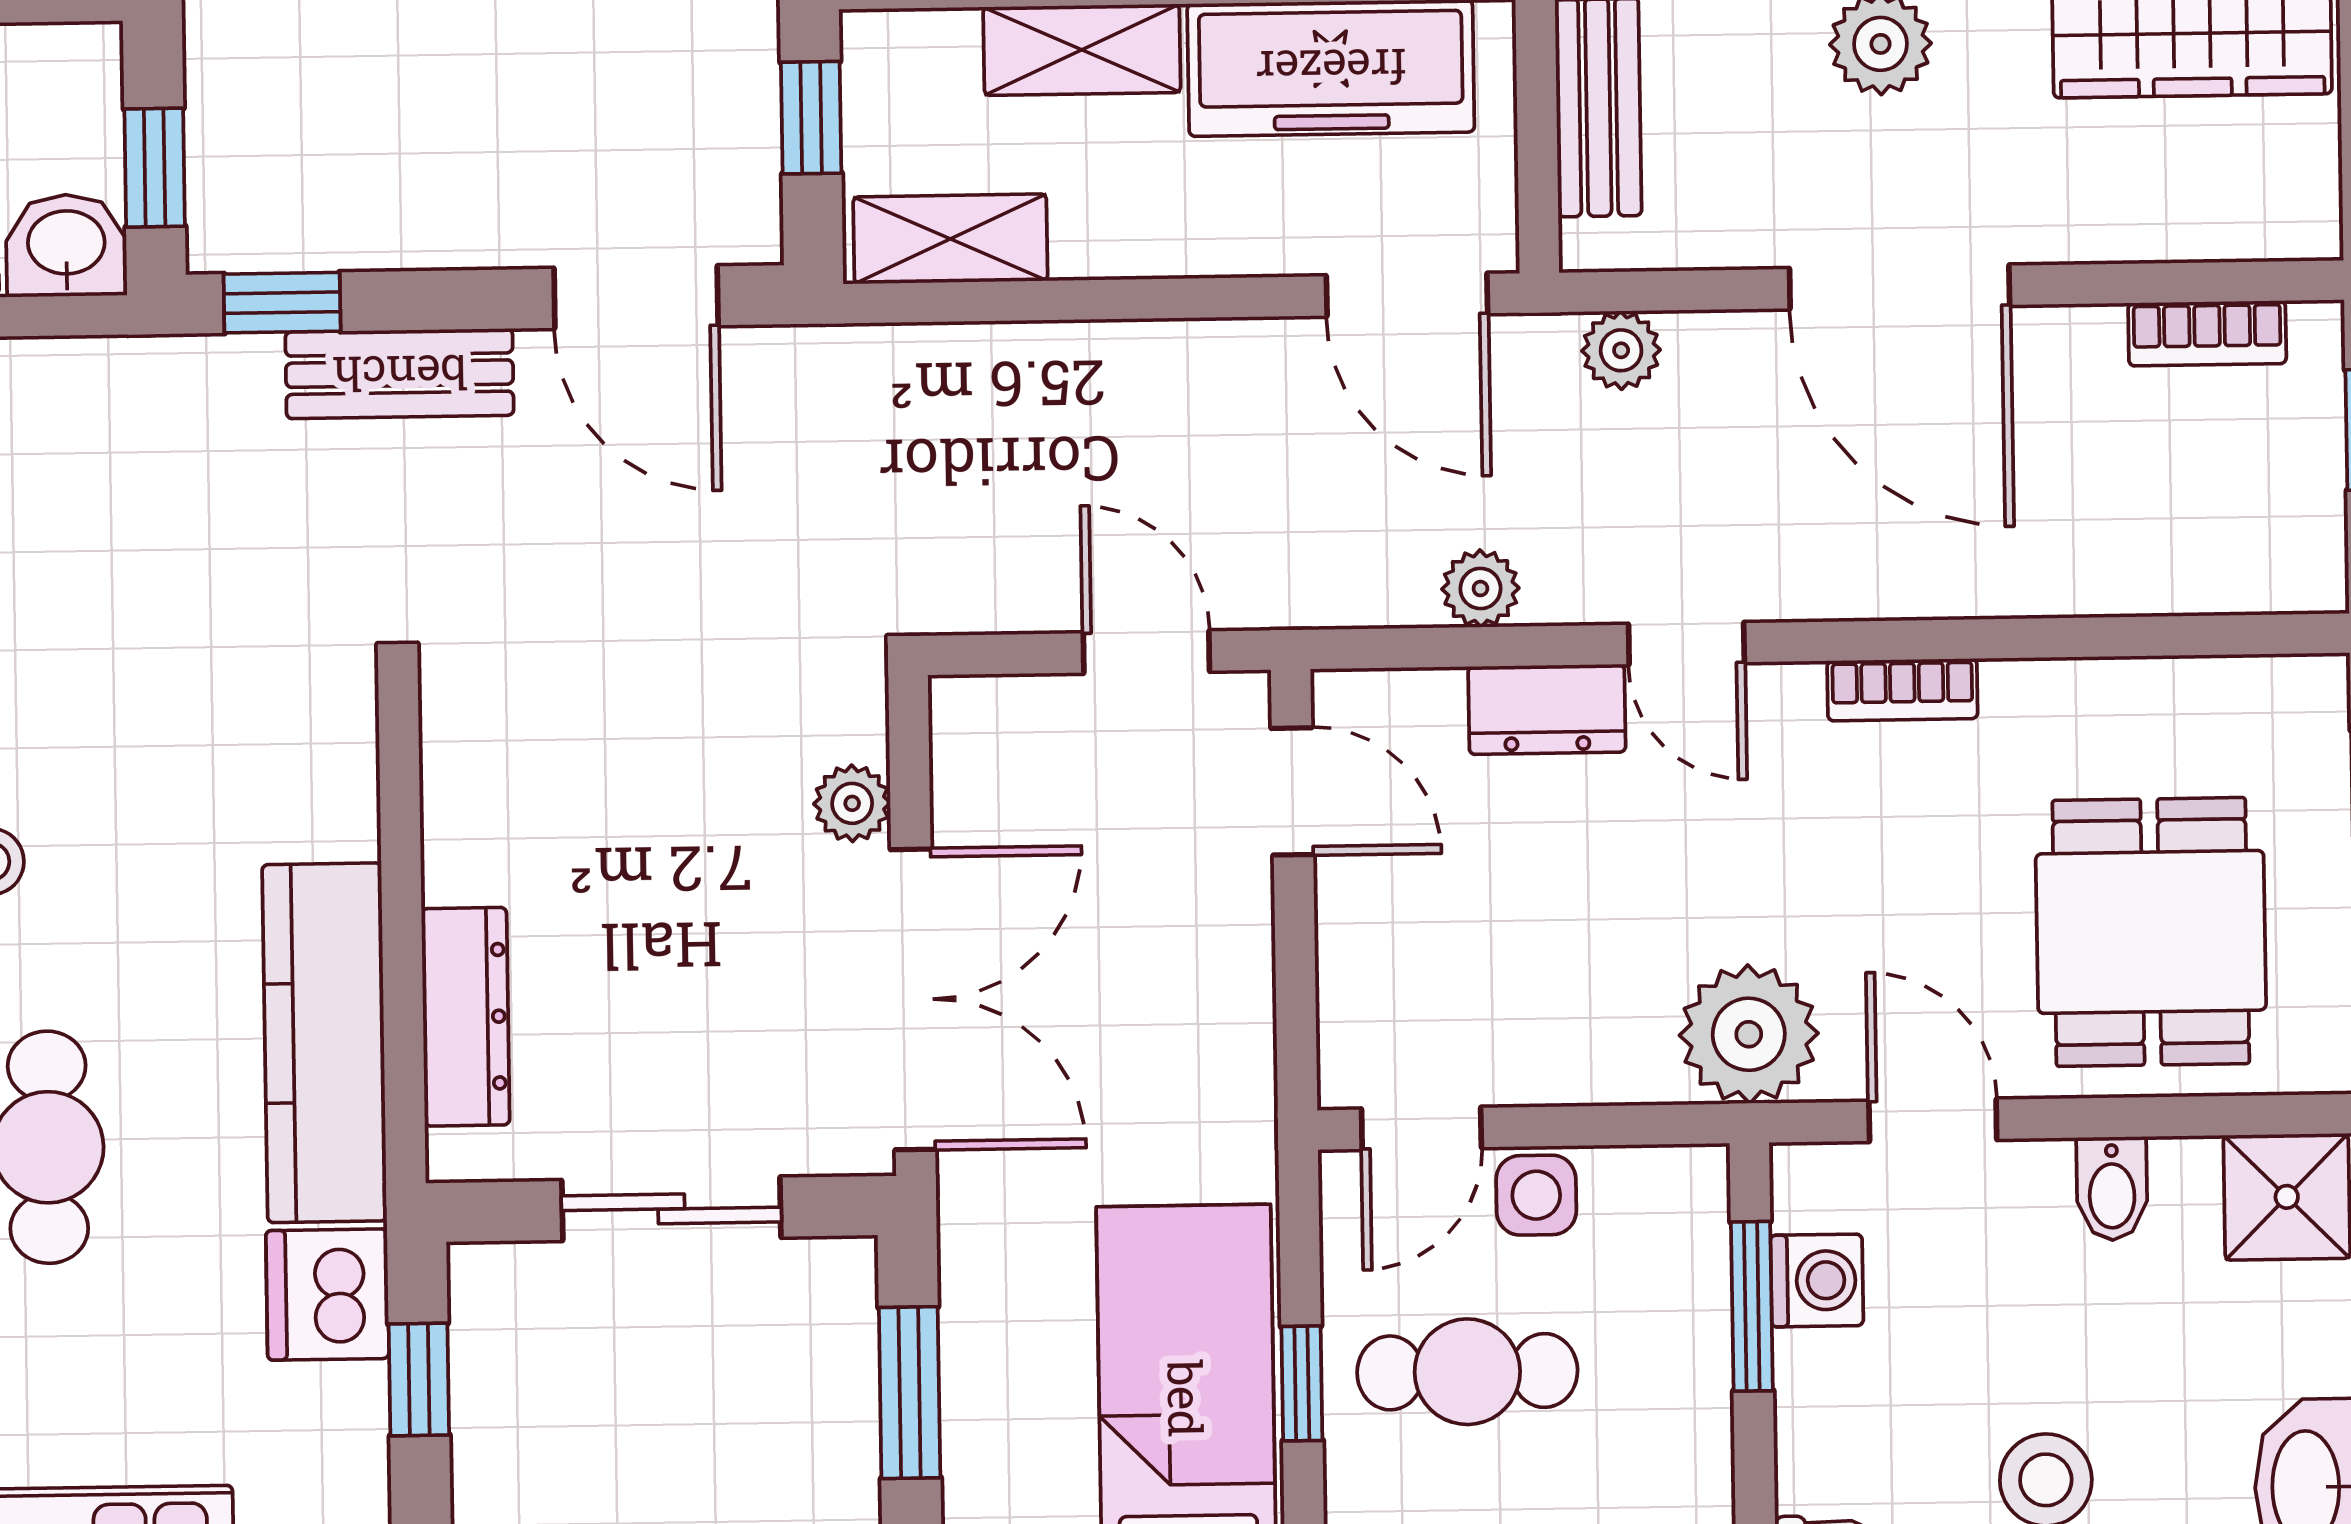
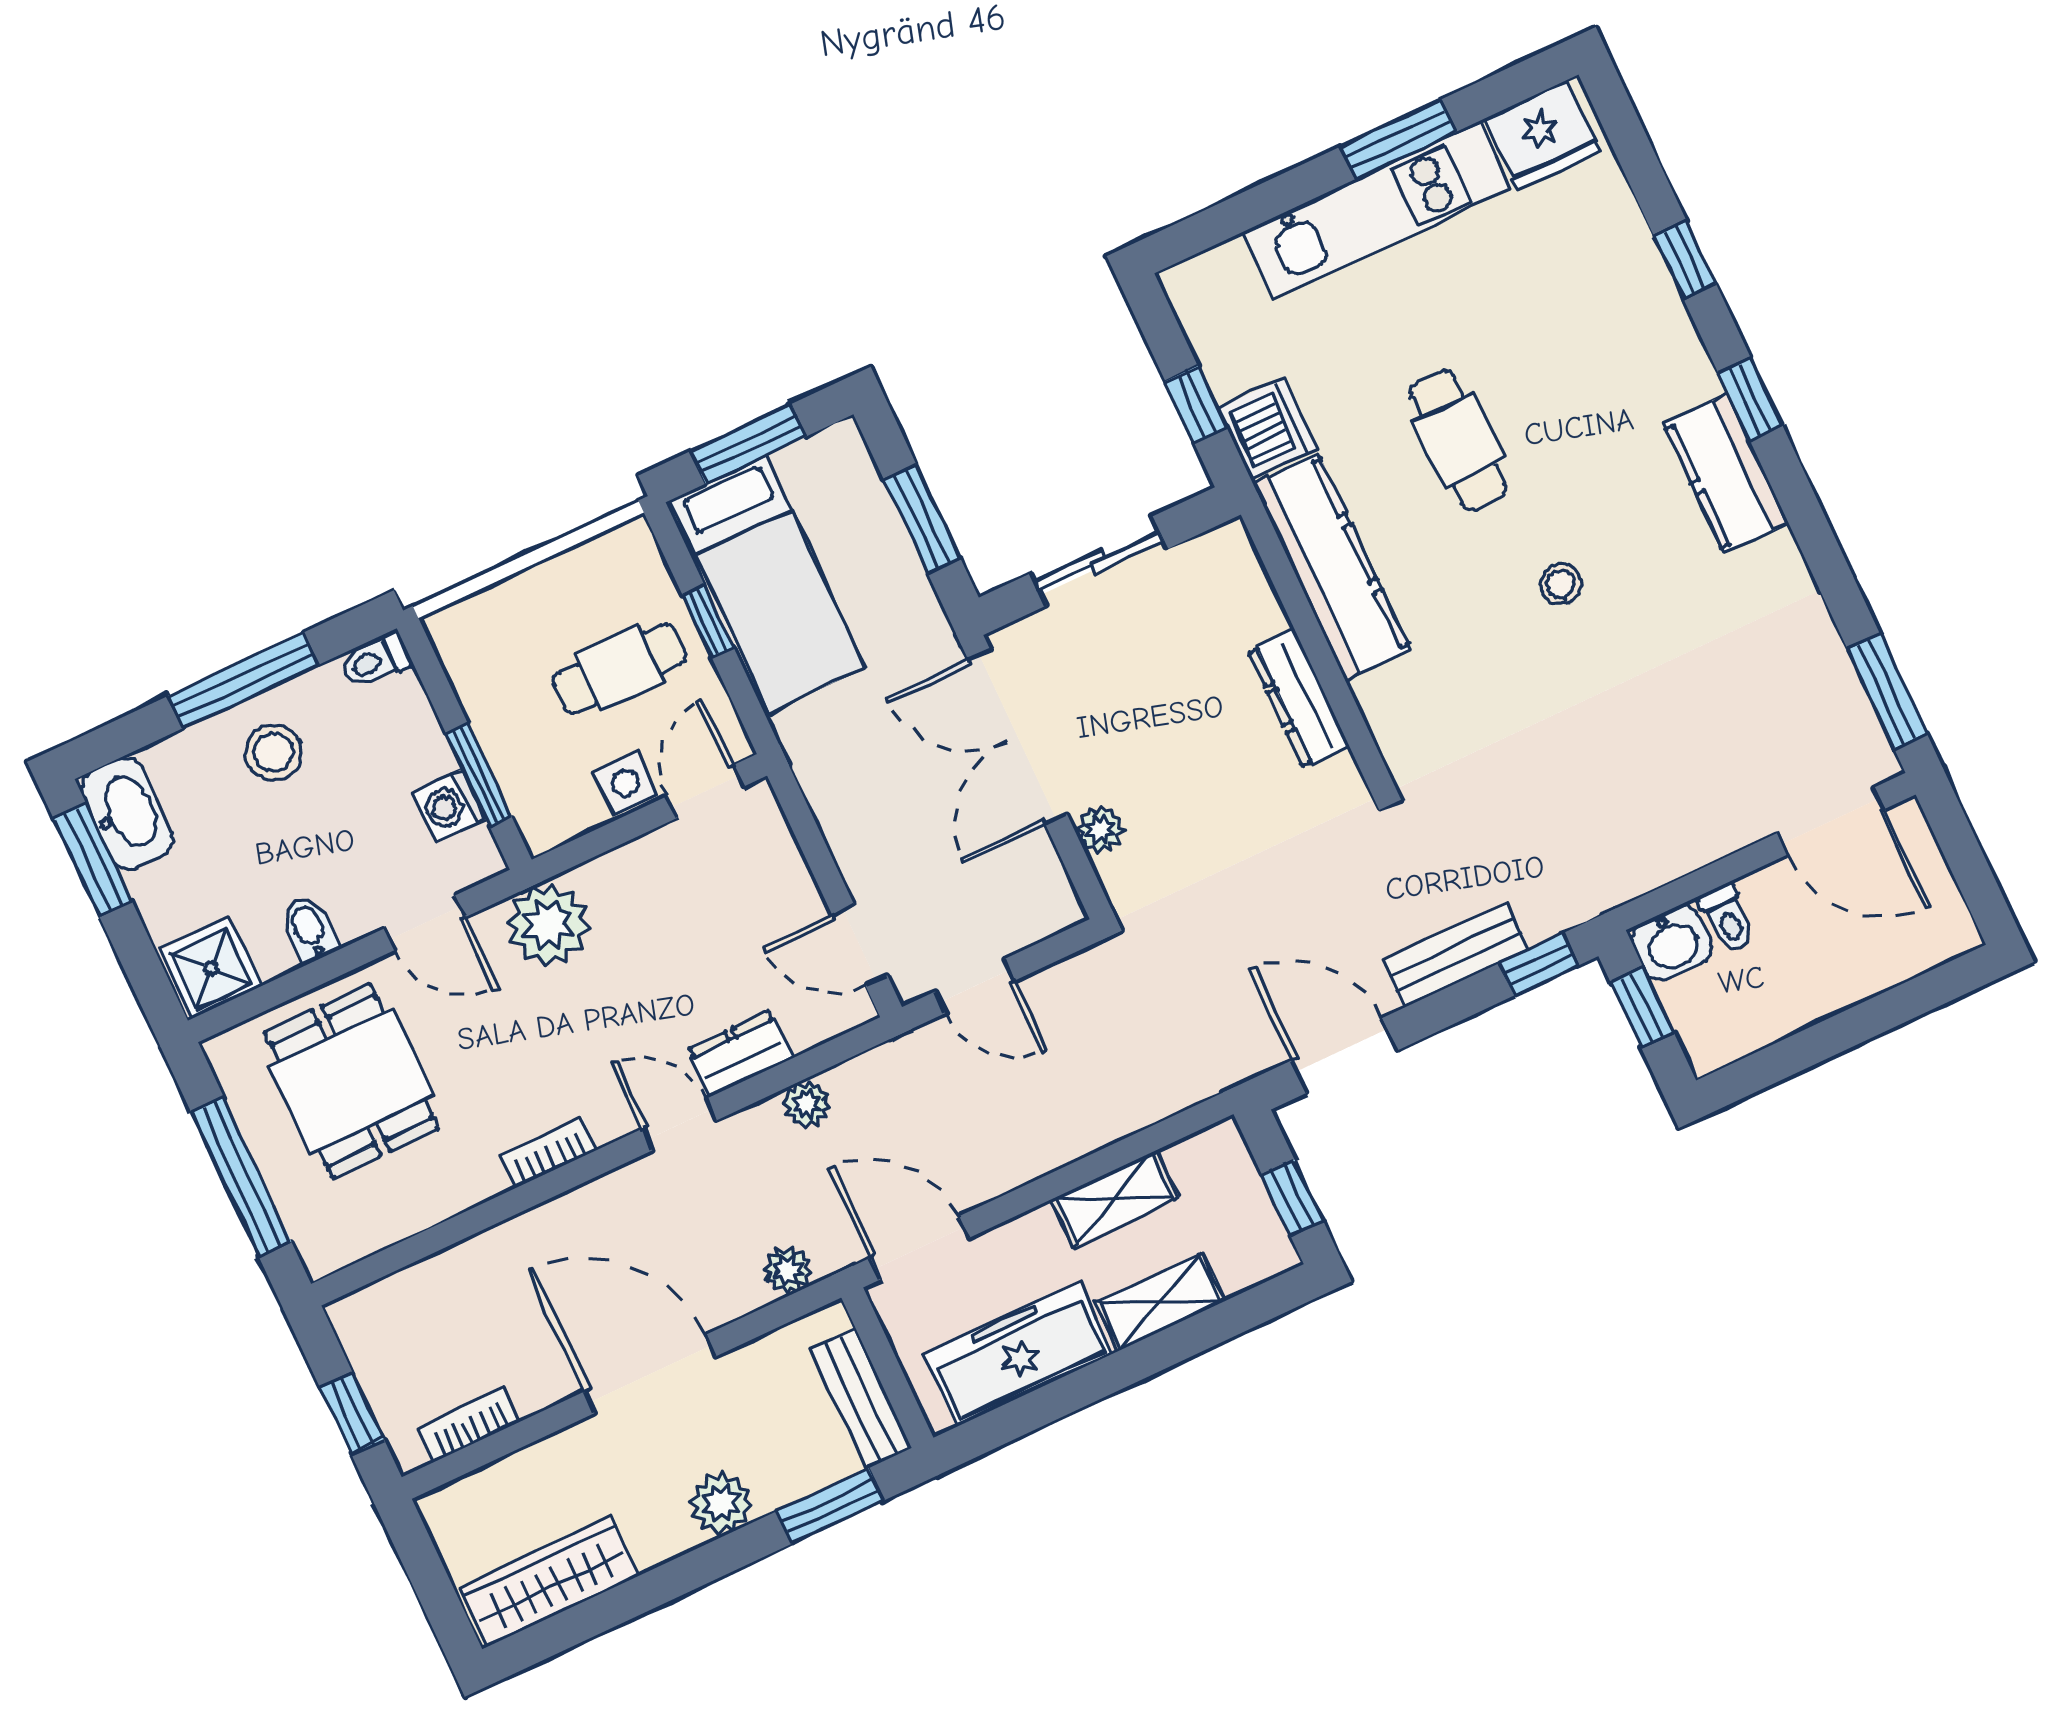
shelving: (950, 239) -> (1115, 1199), moved
dresser: (466, 1017) -> (1299, 699), moved

